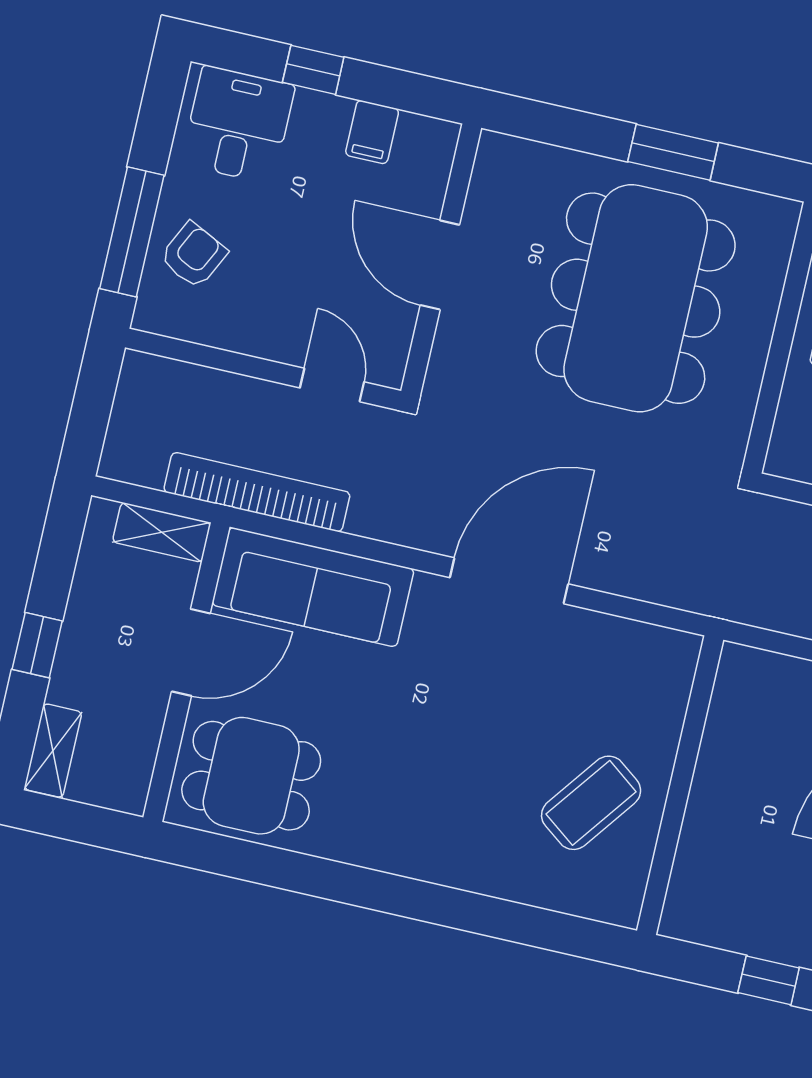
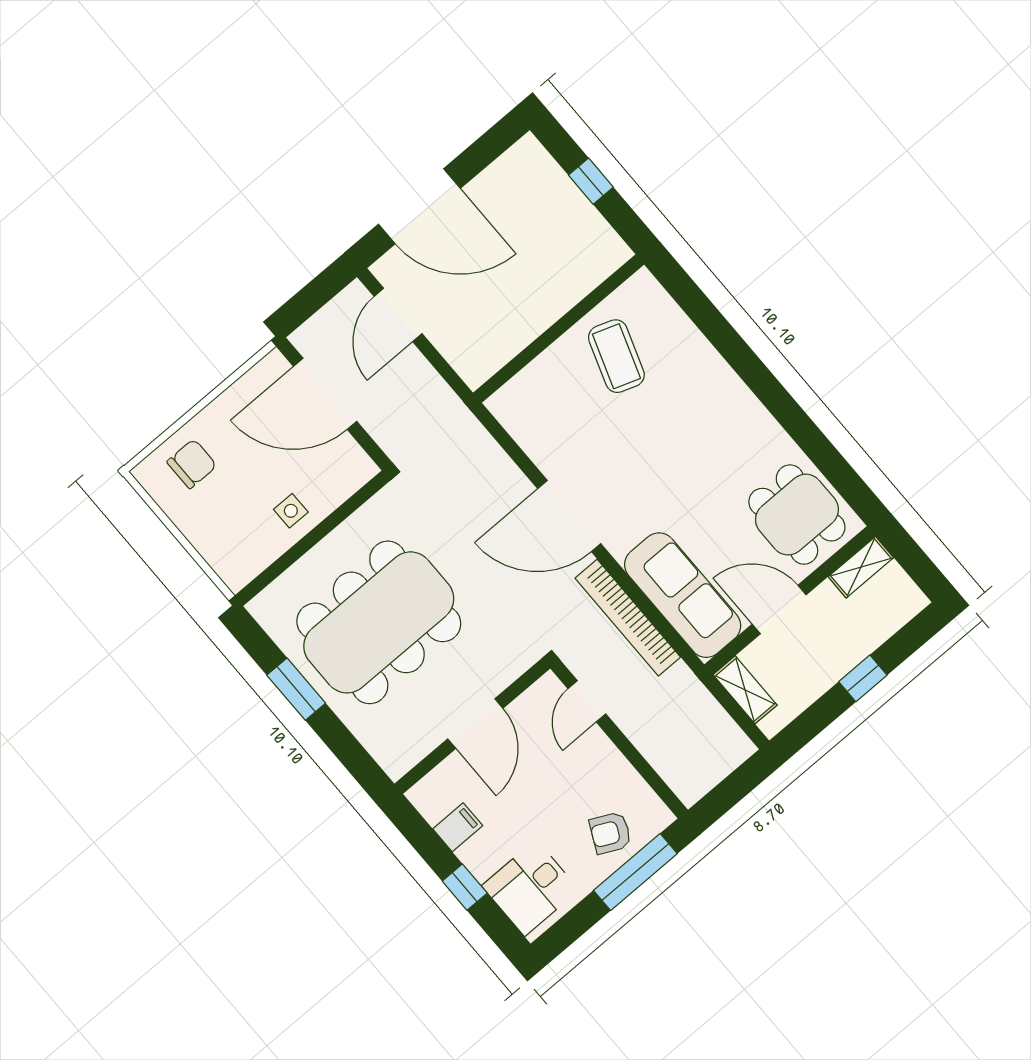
bookcase: (257, 492) -> (628, 618), moved
shelving: (53, 751) -> (861, 567), moved
coffee table: (591, 803) -> (616, 356), turned 72

